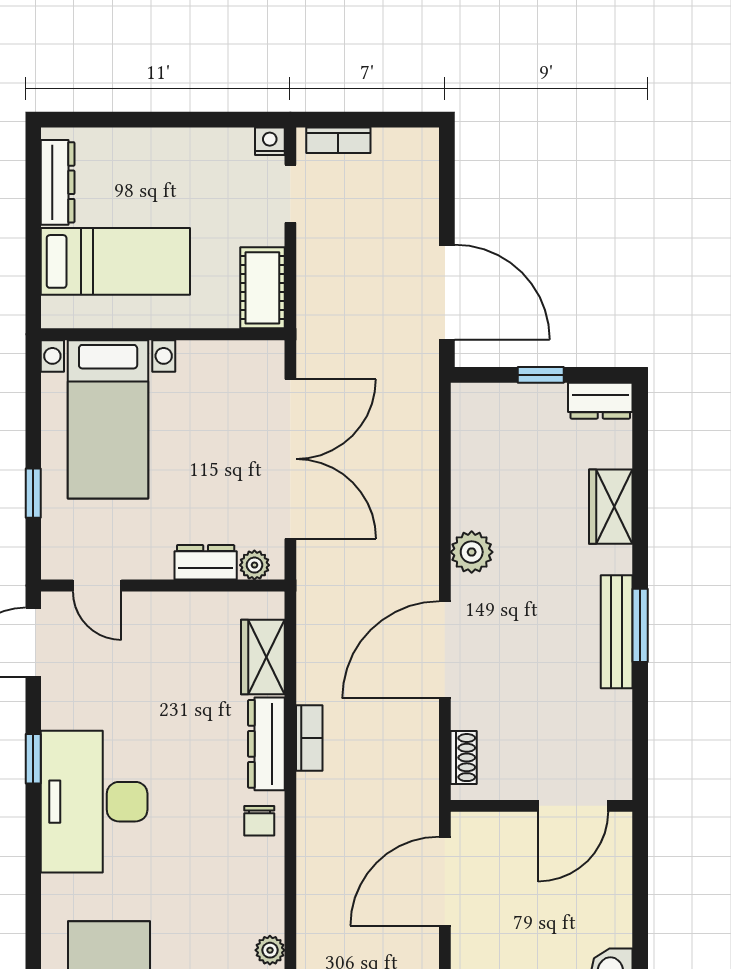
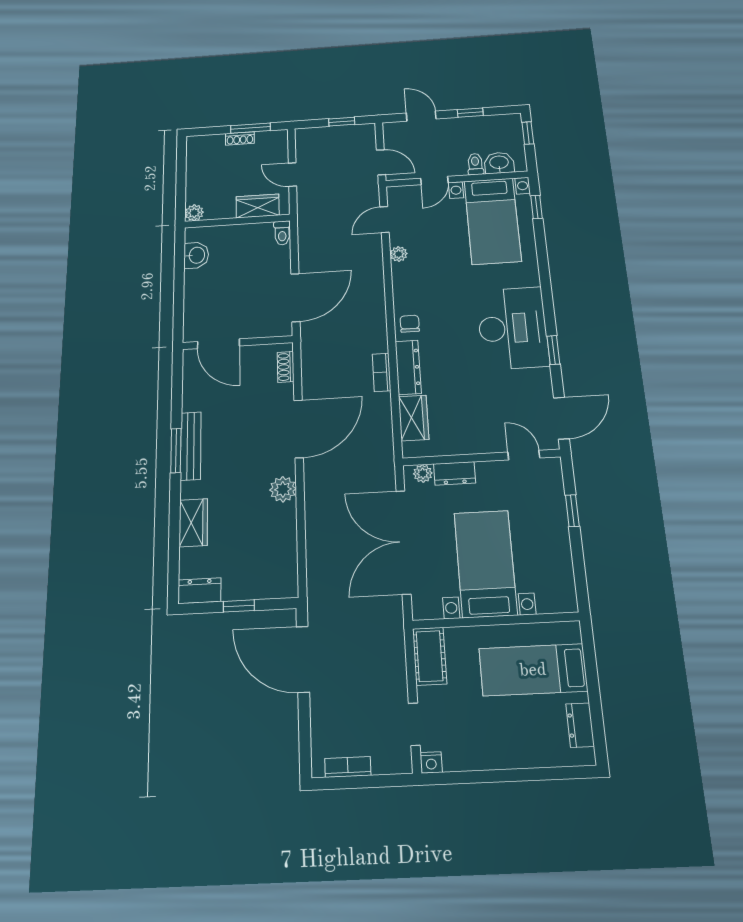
bookcase: (338, 140) -> (348, 767), moved
dresser: (58, 182) -> (580, 725), width x0.70
bed with nightstands: (108, 419) -> (485, 563), moved
door: (573, 806) -> (218, 344), swing flipped

